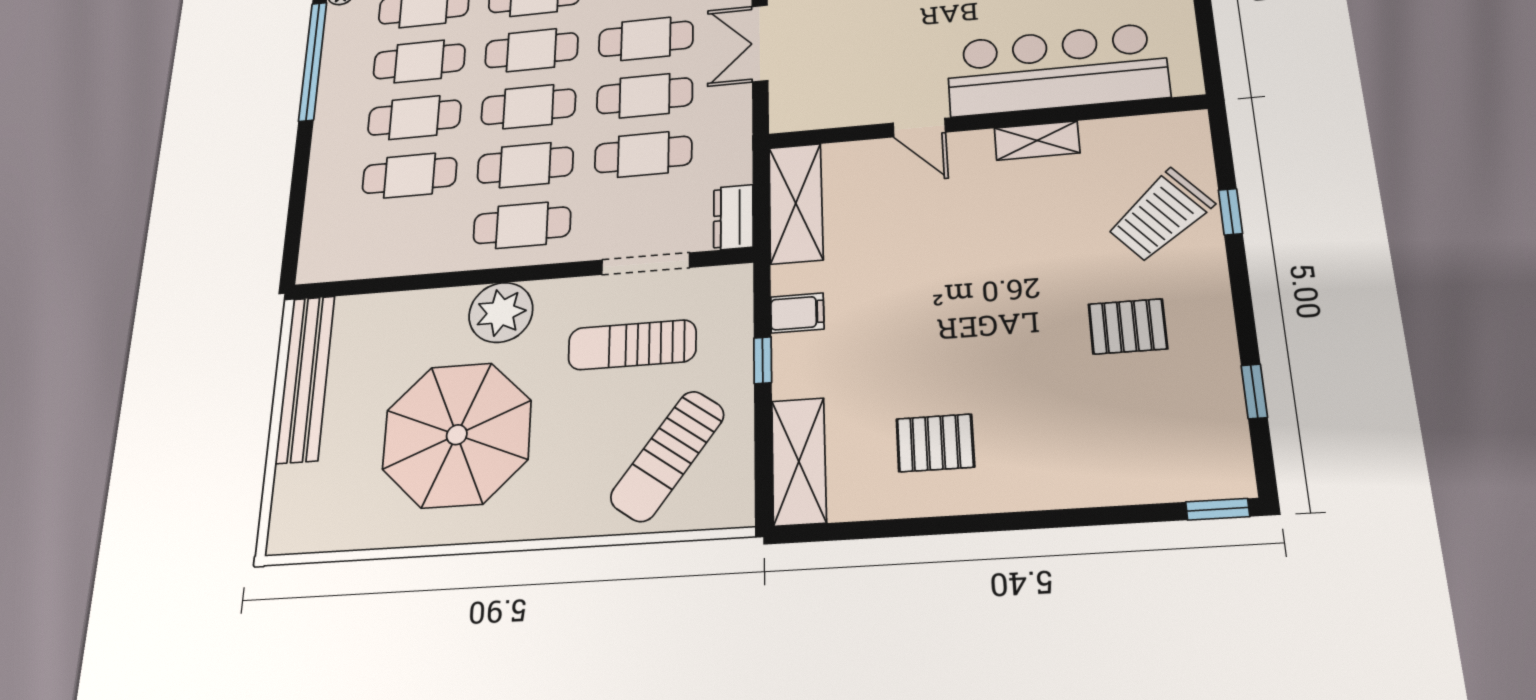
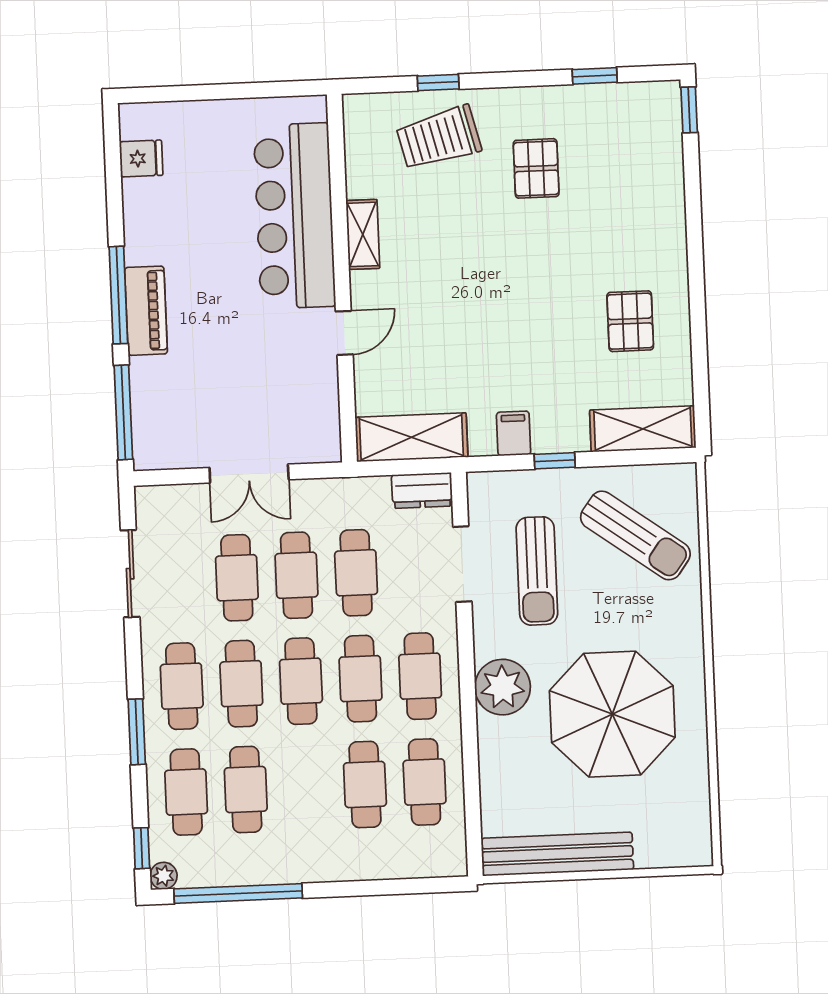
cafe table: (414, 118) -> (425, 782), moved
trolley: (1160, 216) -> (439, 138), turned 117

